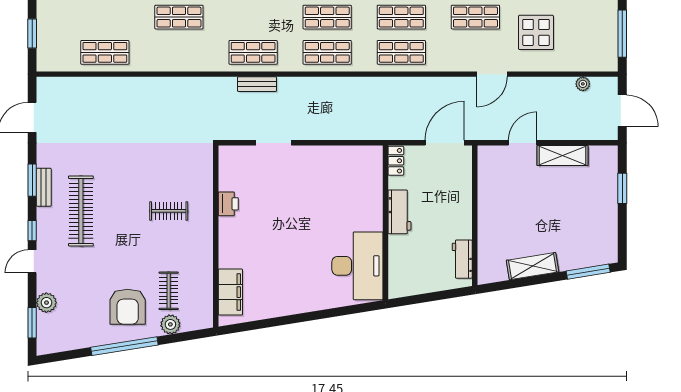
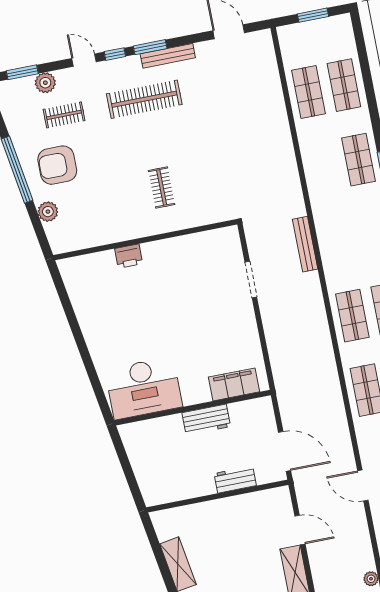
shop shelf: (253, 52) -> (344, 85), moved
bench: (257, 84) -> (305, 244), width x1.36
locker: (396, 161) -> (257, 406), removed
window: (32, 180) -> (150, 47), moved
bench: (44, 187) -> (168, 56), width x1.36
printer: (228, 204) -> (129, 256), moved
workbench: (462, 259) -> (235, 480), moved
clothes rail: (169, 291) -> (64, 115), moved
filing cabinet: (230, 292) -> (234, 384), moved, turned 180

